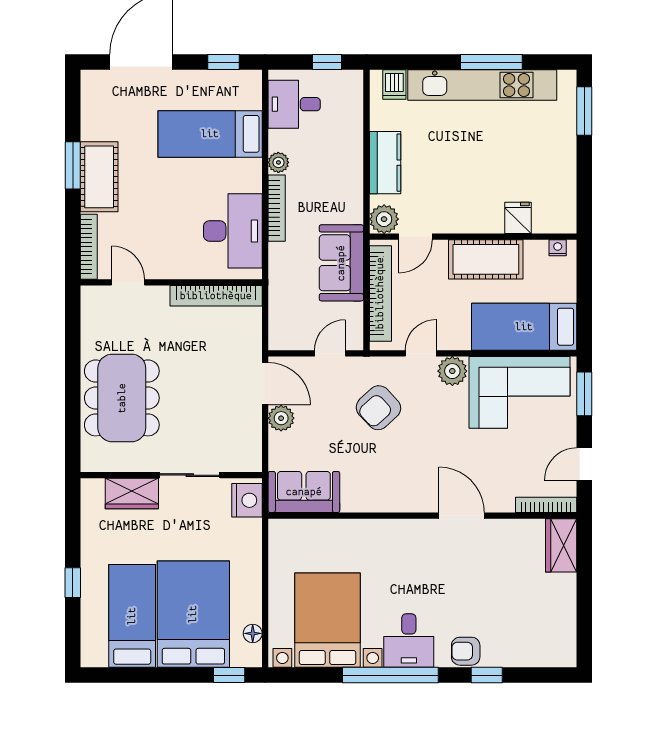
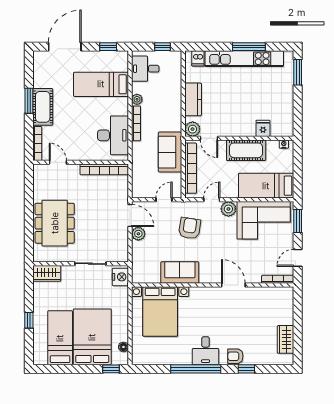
door: (415, 237) -> (209, 138), hinge flipped
armchair: (378, 408) -> (190, 228), turned 142
sofa: (304, 492) -> (180, 273), moved
wardrobe: (132, 493) -> (47, 273), moved
wardrobe: (561, 545) -> (286, 339), moved
bed with nightstands: (328, 620) -> (160, 311), moved, turned 180

